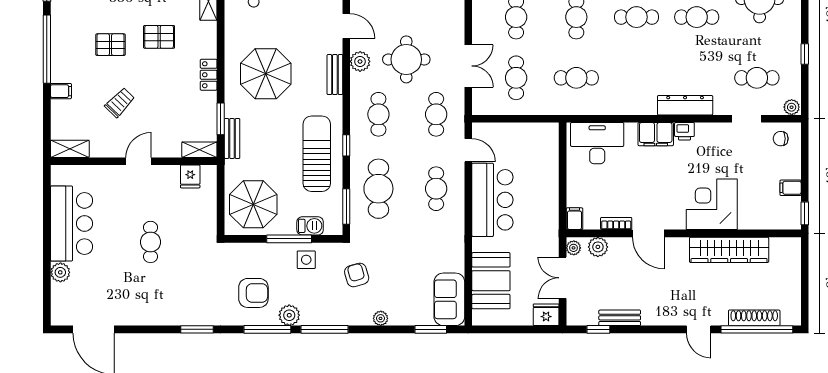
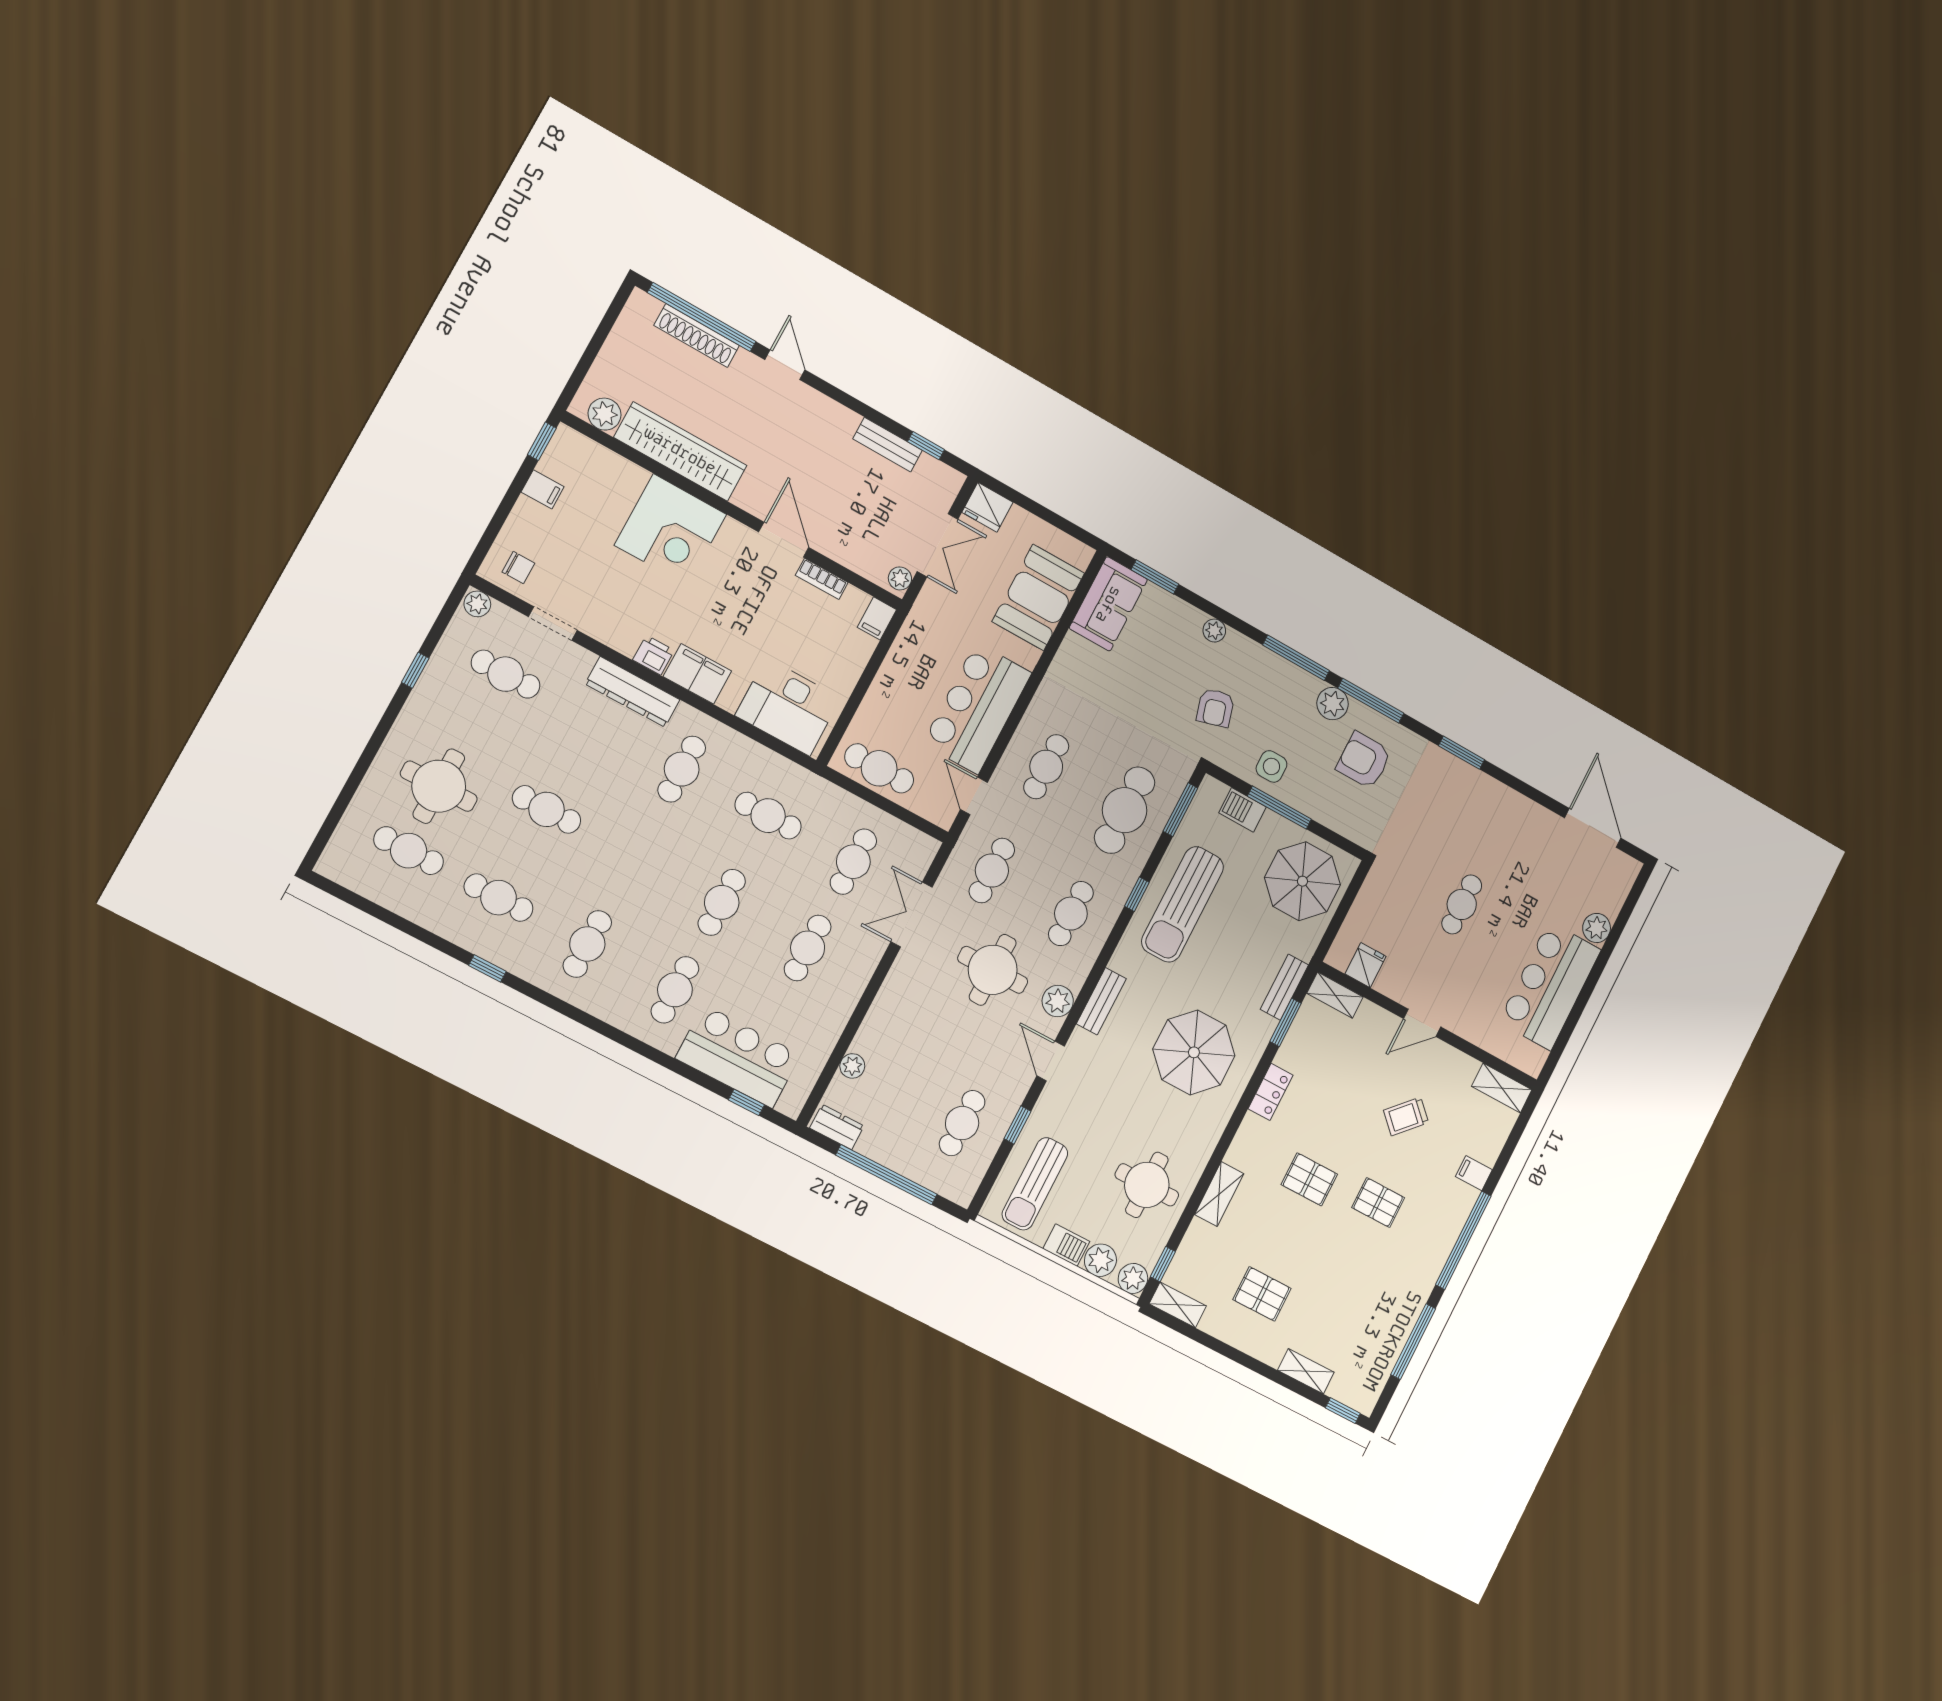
cafe table: (636, 17) -> (682, 769), moved, turned 90
cafe table: (529, 137) -> (879, 768), added
plant: (598, 247) -> (605, 414), moved

